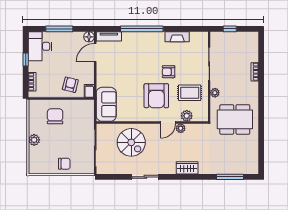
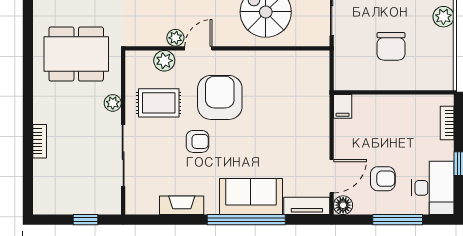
armchair: (70, 85) -> (383, 179), moved, turned -104
sofa: (106, 104) -> (251, 196), moved, turned 90
chair: (55, 116) -> (391, 46), moved

